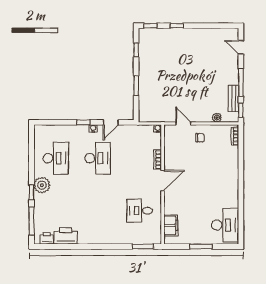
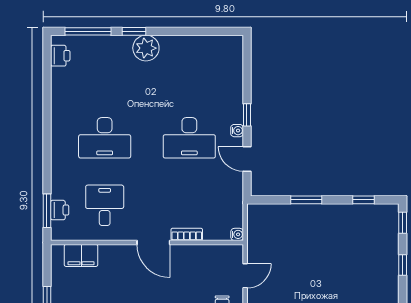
desk: (56, 158) -> (105, 138), moved
printer: (66, 236) -> (60, 210), moved, width x0.53, depth x0.68

